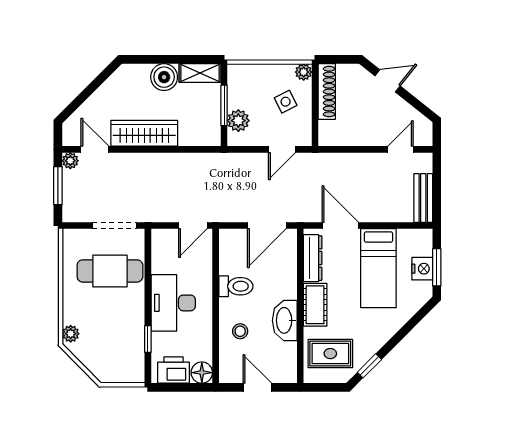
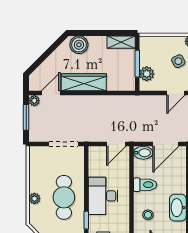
boiler: (164, 77) -> (79, 45), moved
door: (95, 149) -> (51, 93), hinge flipped
bidet: (233, 239) -> (143, 153), added
cafe table: (110, 271) -> (64, 197), moved, turned 90
plant: (71, 334) -> (34, 199), moved

